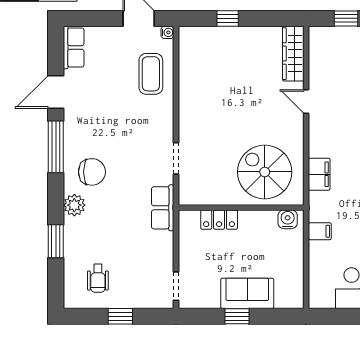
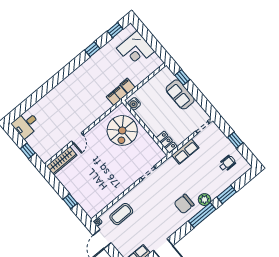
window: (56, 147) -> (202, 215), moved
chair: (92, 172) -> (184, 204), turned -90
filing cabinet: (319, 174) -> (117, 95), moved
row of seats: (163, 208) -> (185, 152), moved
locker: (219, 220) -> (167, 142), moved
window: (237, 316) -> (182, 77), moved

